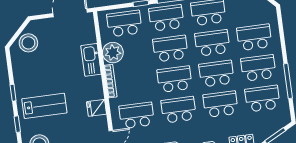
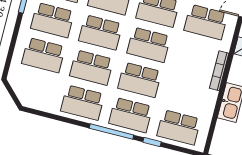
plant: (113, 53) -> (204, 101), removed

